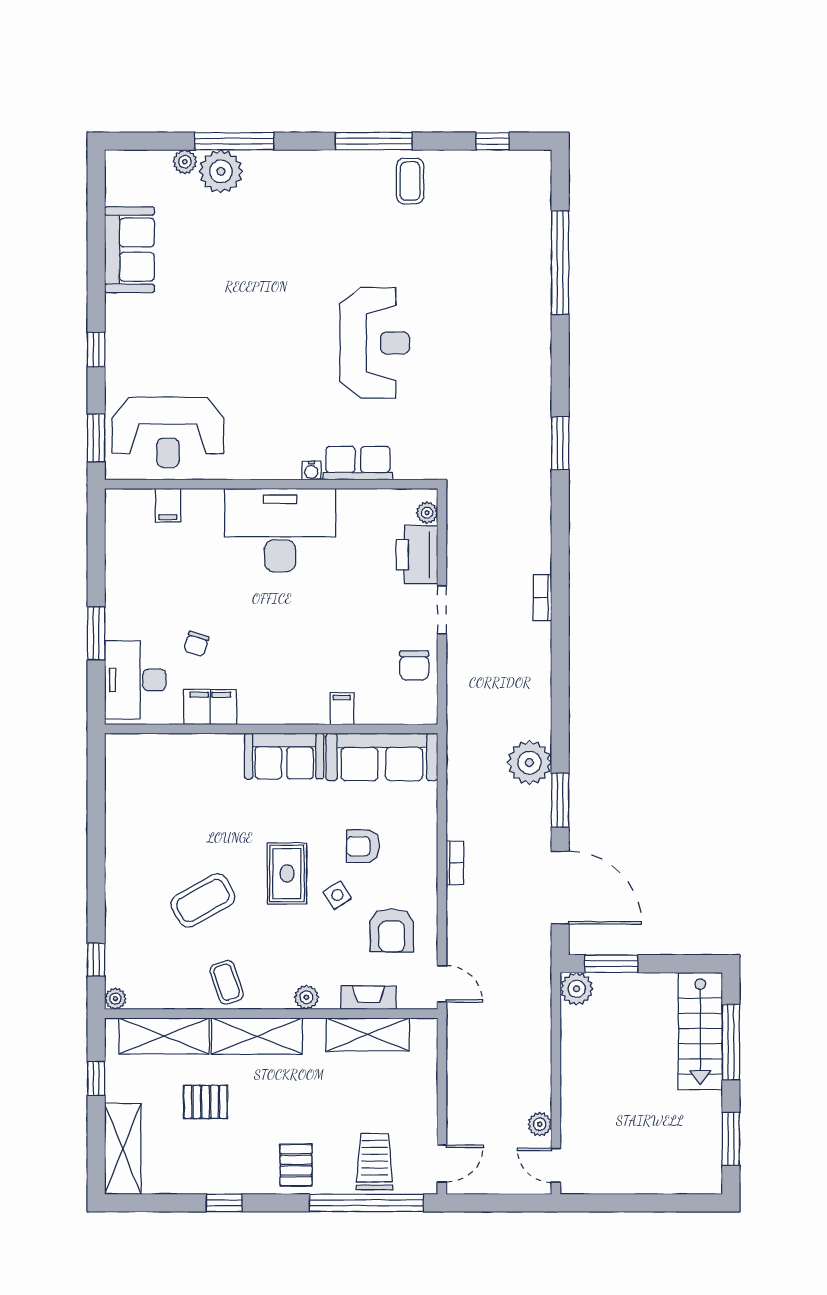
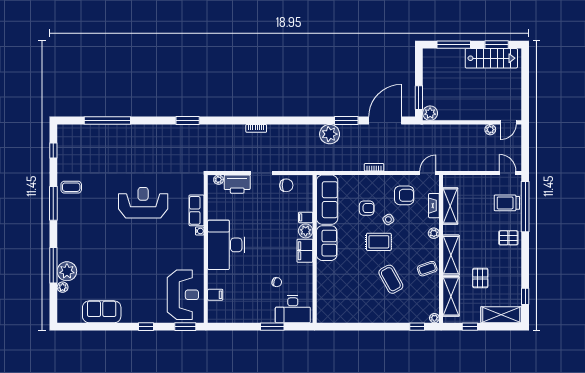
filing cabinet: (210, 707) -> (305, 251), moved
plant: (312, 709) -> (306, 231), added
armchair: (363, 846) -> (367, 208), turned -90
stairs: (700, 1031) -> (491, 58), moved
window: (224, 1203) -> (525, 296), moved

